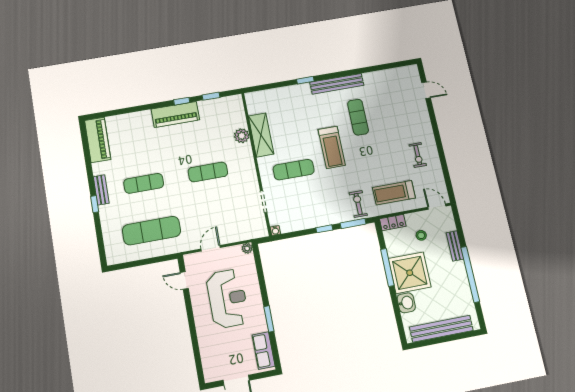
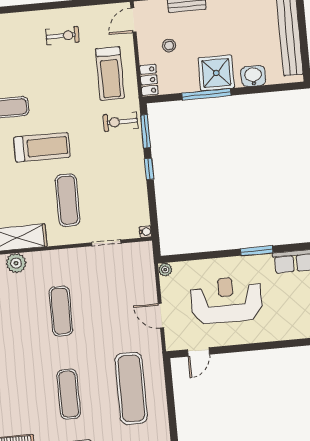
shower: (410, 273) -> (216, 73), width x0.73, depth x0.73

